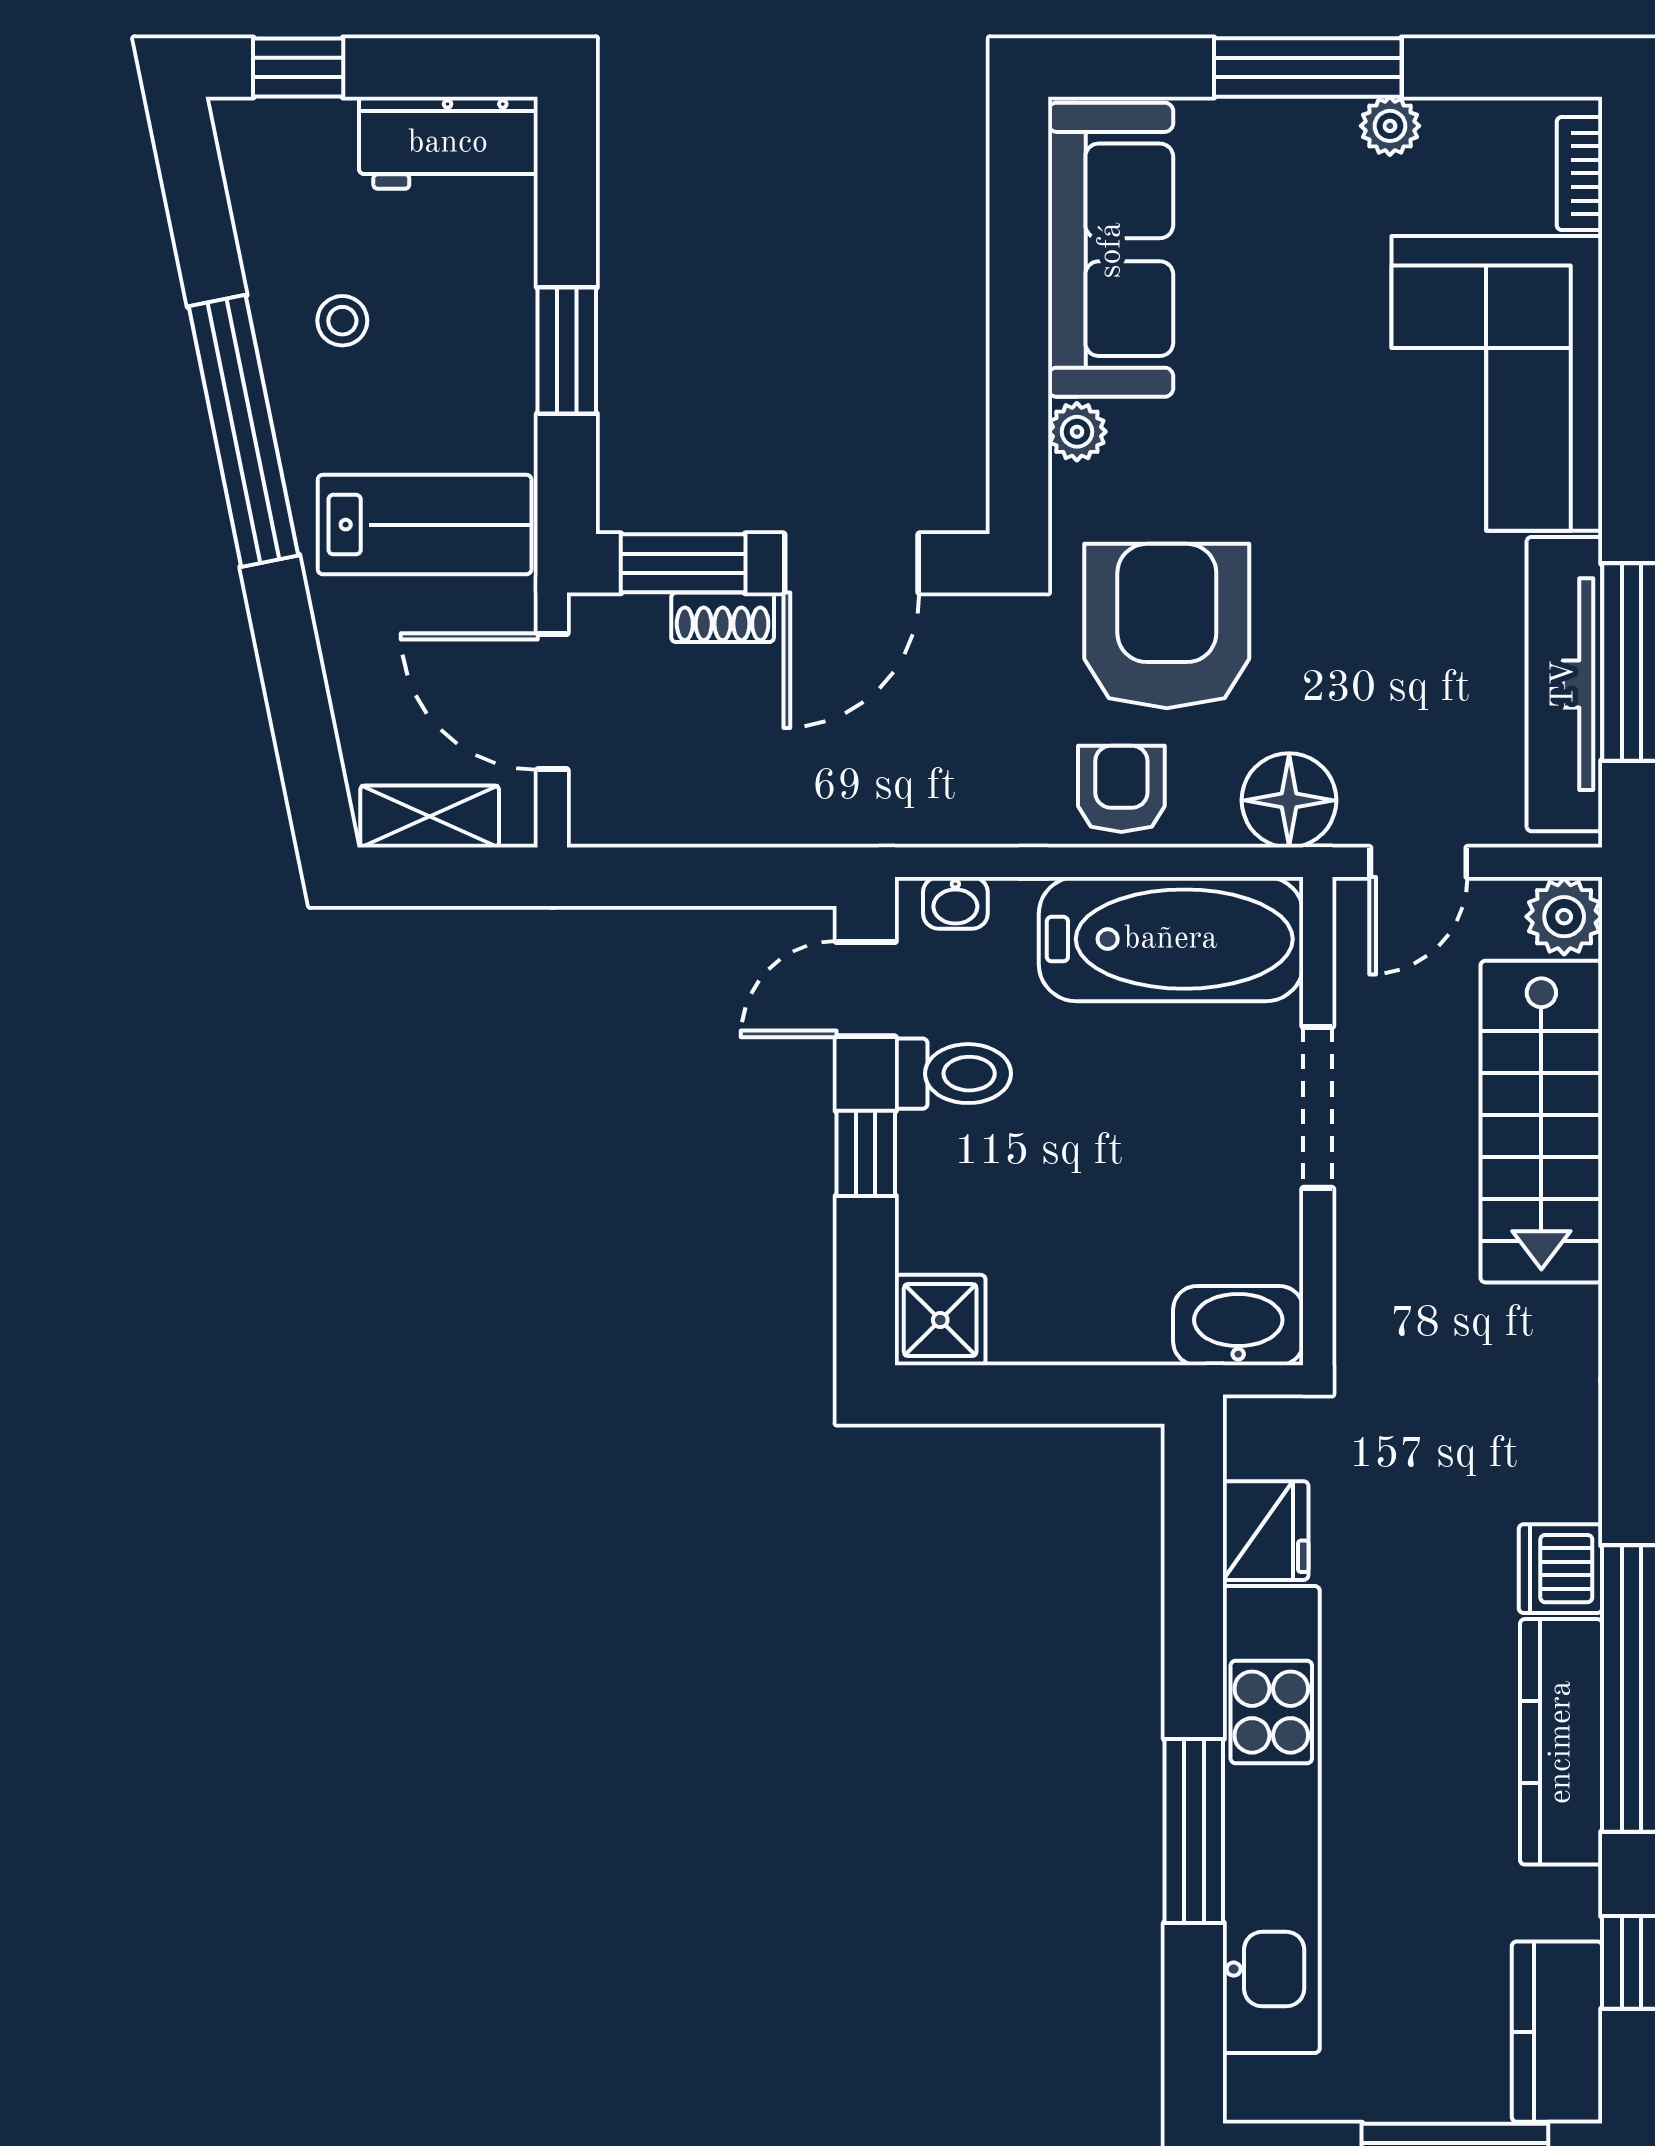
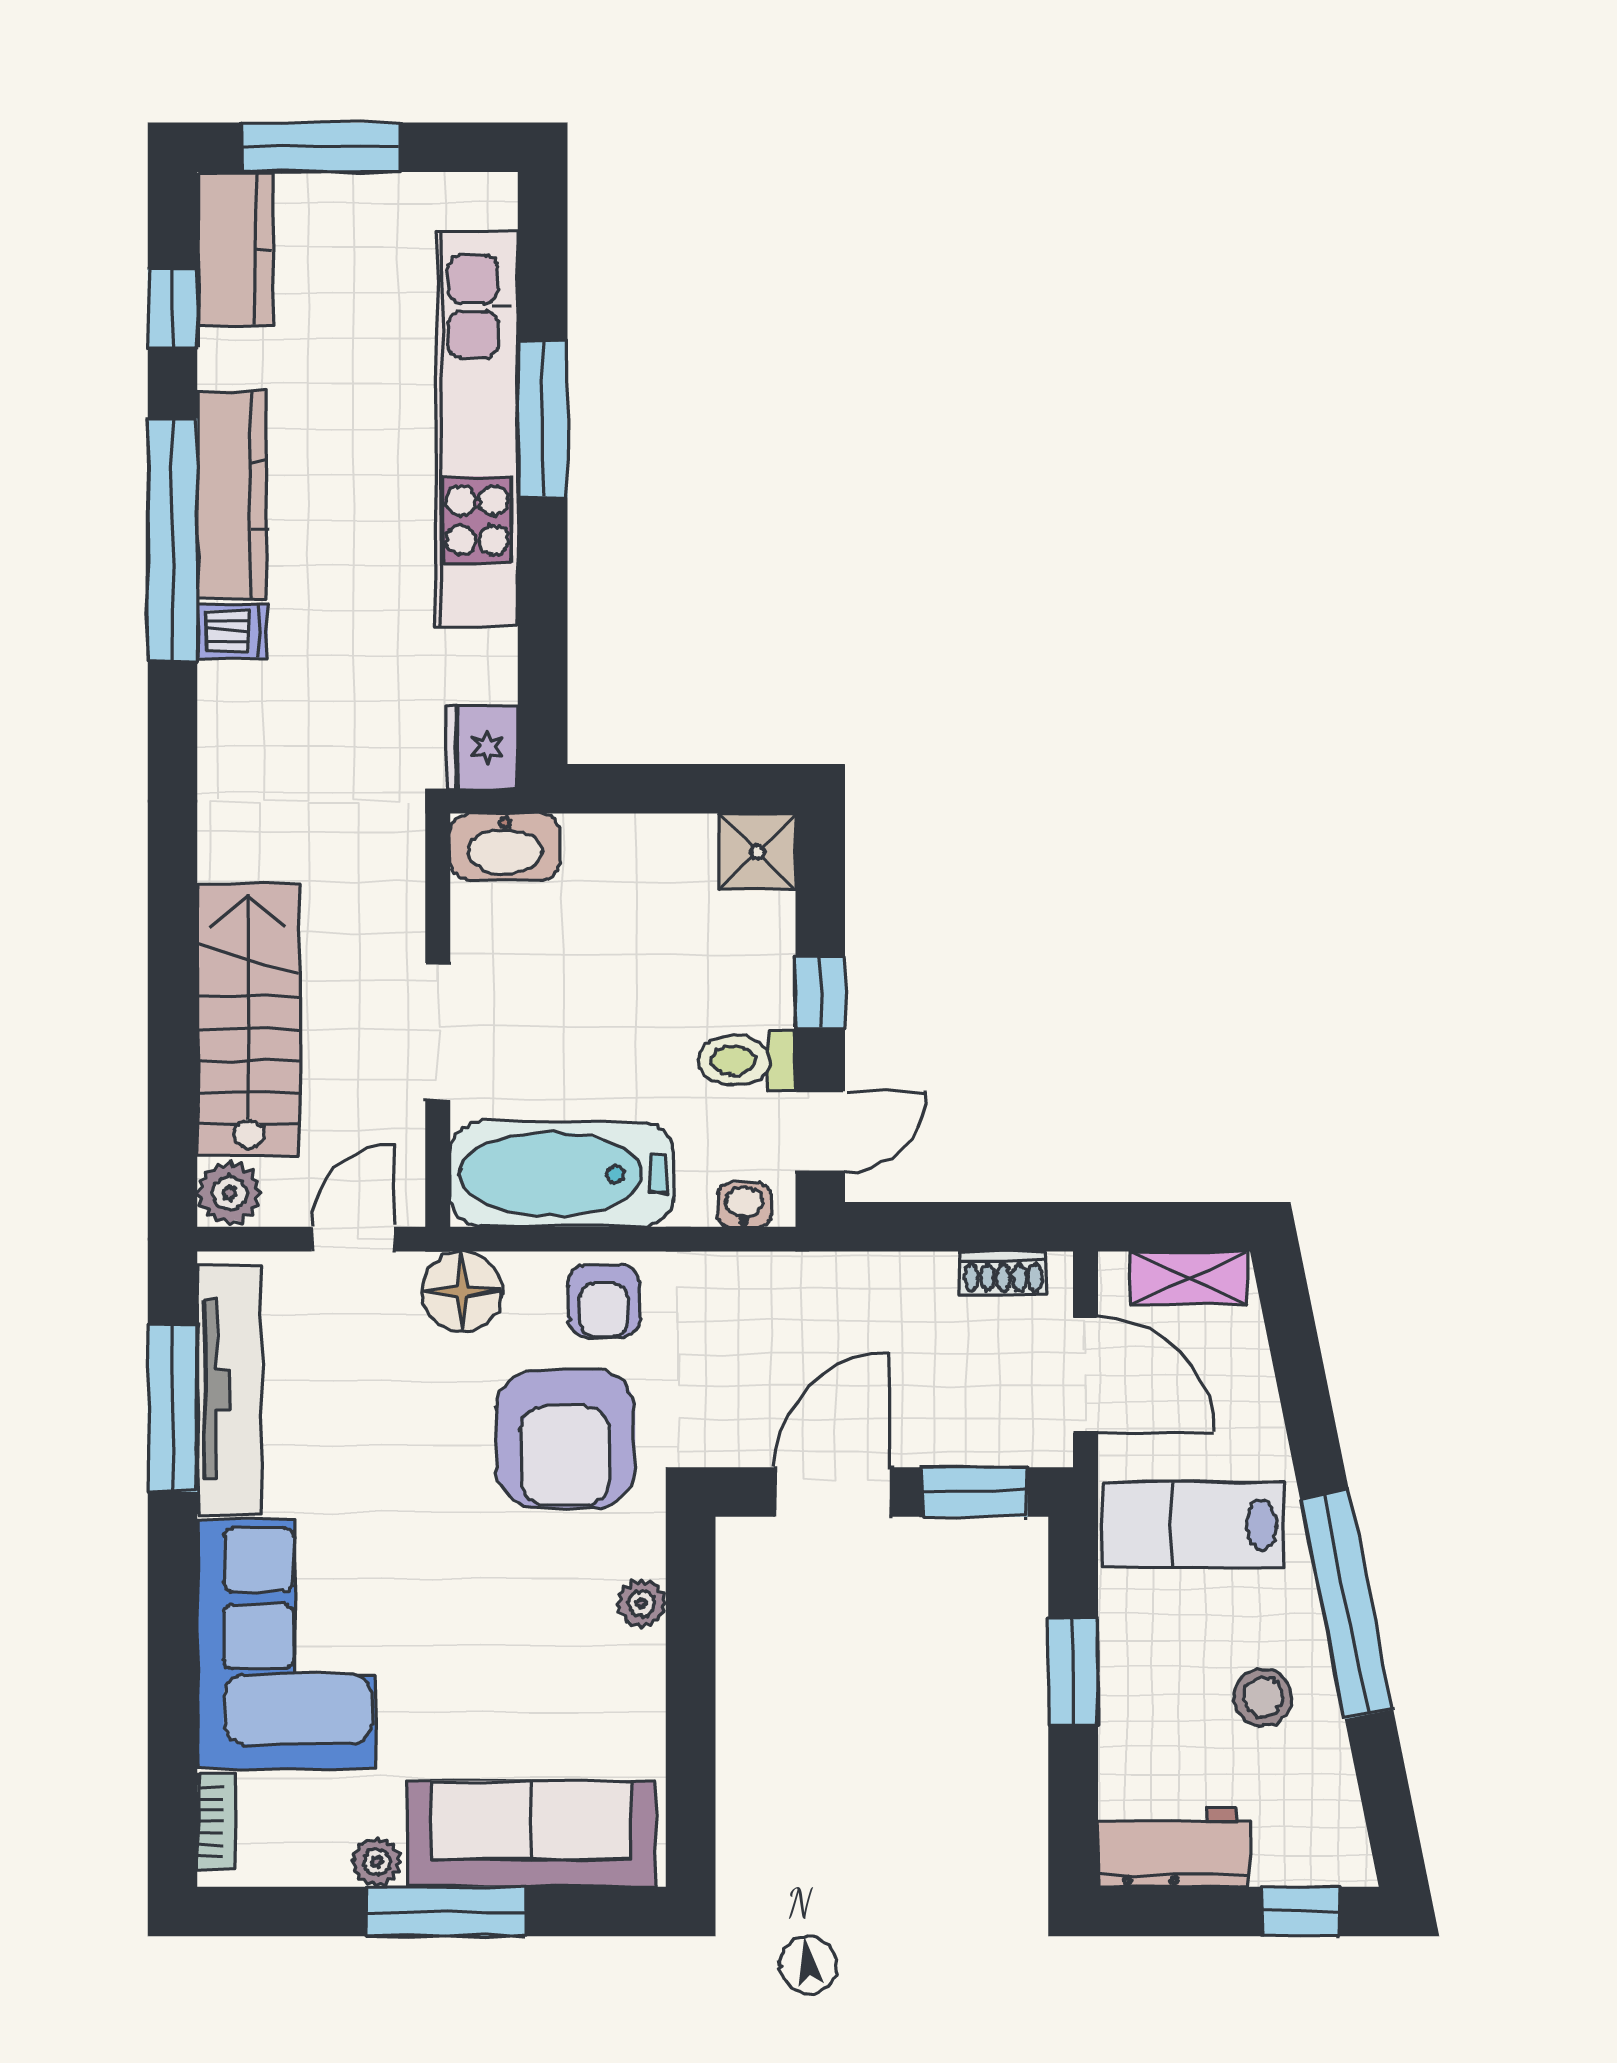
sofa: (1111, 250) -> (531, 1834), moved, turned 90
stool: (342, 321) -> (1263, 1697), width x1.37, depth x1.37
shoe rack: (723, 617) -> (1003, 1273), moved, turned 180
fridge: (1266, 1531) -> (482, 747), moved
dishwasher: (1560, 1569) -> (232, 631), width x0.73

